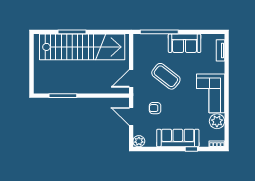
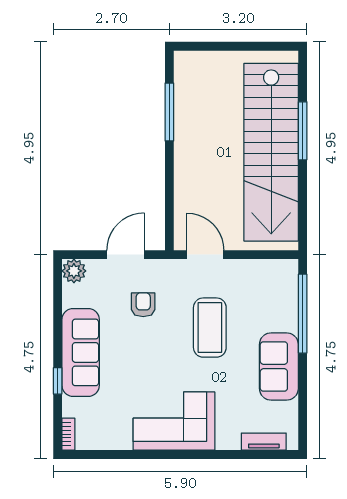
coffee table: (166, 76) -> (210, 328), turned -38
plant: (217, 121) -> (116, 434), removed

